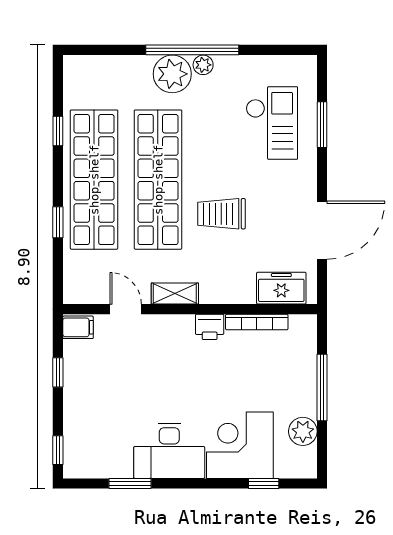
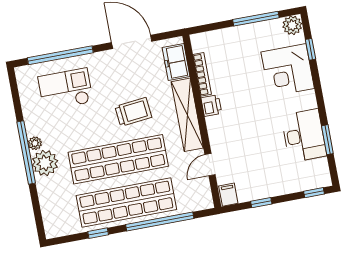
window: (322, 125) -> (60, 55), width x2.11
trolley: (222, 214) -> (133, 112), turned -96
window: (58, 222) -> (160, 222), width x3.17
shelving: (175, 294) -> (187, 115), width x2.20, depth x1.33
window: (322, 387) -> (256, 19), moved
plant: (303, 431) -> (292, 25), moved
desk: (169, 451) -> (304, 136), moved

